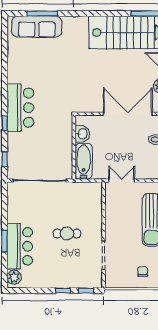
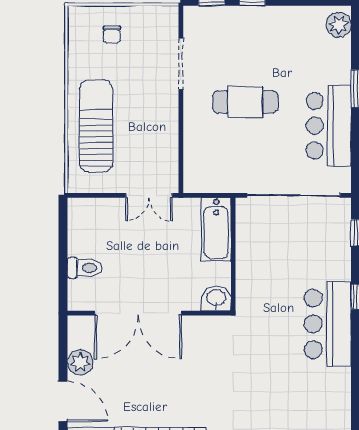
washbasin: (82, 134) -> (216, 298), moved, turned 90
cafe table: (67, 234) -> (245, 102), width x1.37, depth x1.35
bar counter: (20, 246) -> (329, 126), moved

